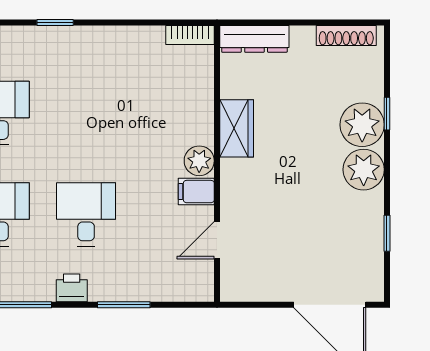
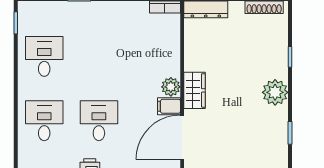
plant: (362, 125) -> (274, 64), removed
wardrobe: (237, 128) -> (195, 90), moved
door: (217, 240) -> (182, 137), width x1.87

